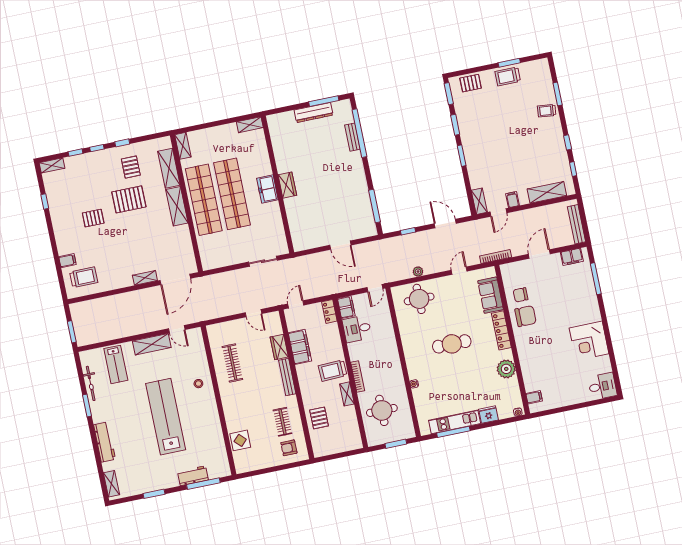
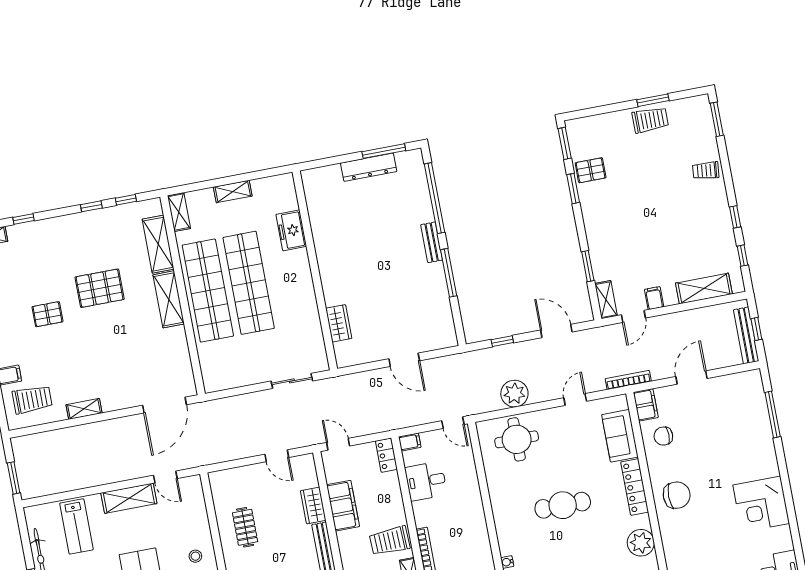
trolley: (508, 76) -> (650, 120), turned 180
pallet: (471, 83) -> (591, 170), moved
window: (558, 94) -> (717, 119), moved
shelving: (250, 125) -> (233, 191), moved
bench: (352, 137) -> (432, 242), moved
window: (97, 148) -> (126, 200), moved
window: (462, 156) -> (588, 266), moved
pallet: (131, 167) -> (103, 242), removed
wardrobe: (287, 185) -> (339, 323), moved
freezer: (267, 189) -> (291, 230), moved
window: (375, 206) -> (449, 273), moved
window: (584, 220) -> (756, 329), added
filing cabinet: (572, 257) -> (646, 405), moved, turned -90
plant: (418, 272) -> (514, 394), width x1.88, depth x1.88
shelving: (145, 278) -> (84, 409), moved
door: (375, 288) -> (453, 423), hinge flipped
door: (296, 304) -> (338, 444), hinge flipped
filing cabinet: (346, 307) -> (410, 442), width x0.50
chair: (526, 316) -> (677, 495), moved
clothes rail: (232, 363) -> (245, 527), width x0.73

